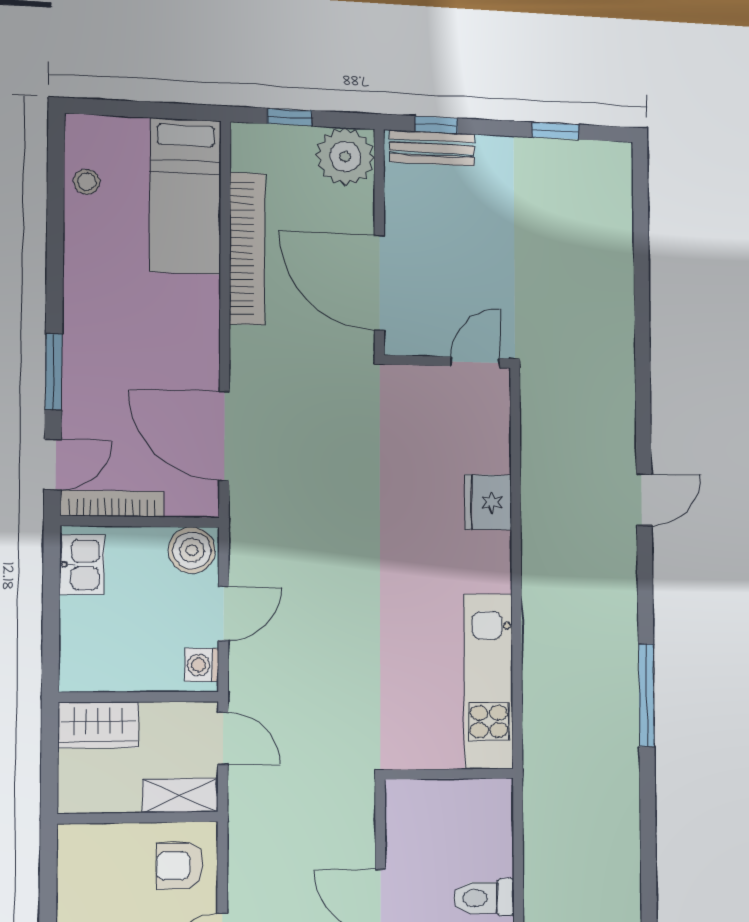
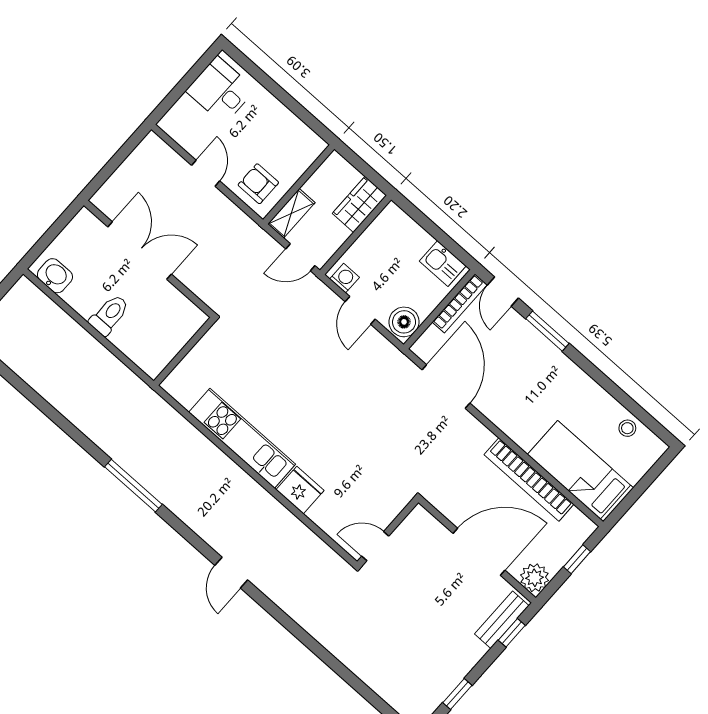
plant: (345, 157) -> (534, 578), width x0.73, depth x0.73
door: (379, 283) -> (479, 552), moved
door: (475, 362) -> (375, 546), swing flipped
door: (224, 436) -> (446, 386), hinge flipped
kitchen unit: (489, 681) -> (242, 438), moved
armchair: (180, 866) -> (258, 184), turned -90

